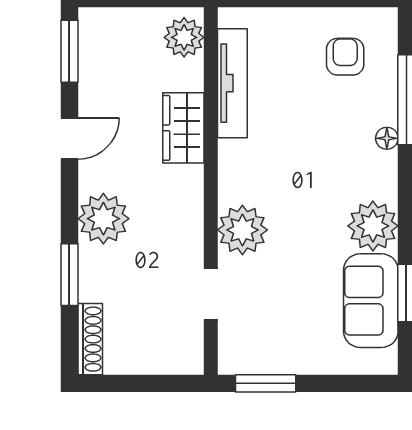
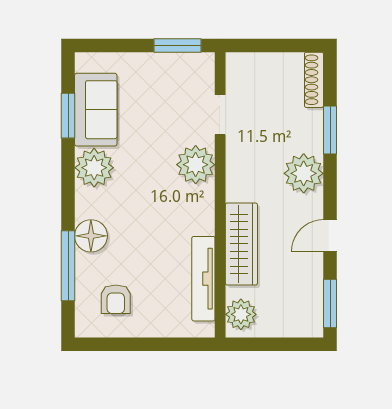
wardrobe: (183, 128) -> (241, 244), width x1.50
floor lamp: (387, 138) -> (91, 236), width x1.89, depth x1.89

